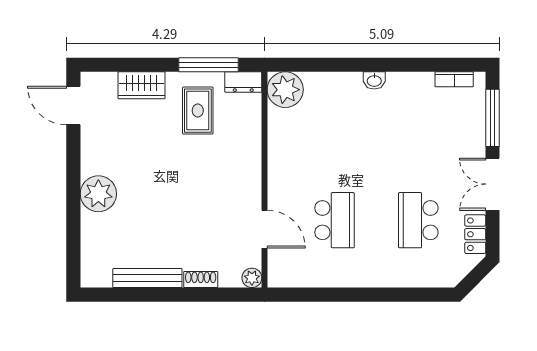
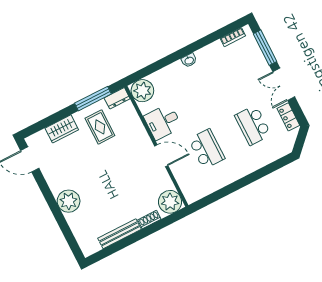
desk: (292, 149) -> (163, 122), added
door: (264, 229) -> (161, 156), moved
plant: (252, 278) -> (170, 202), width x1.87, depth x1.87

